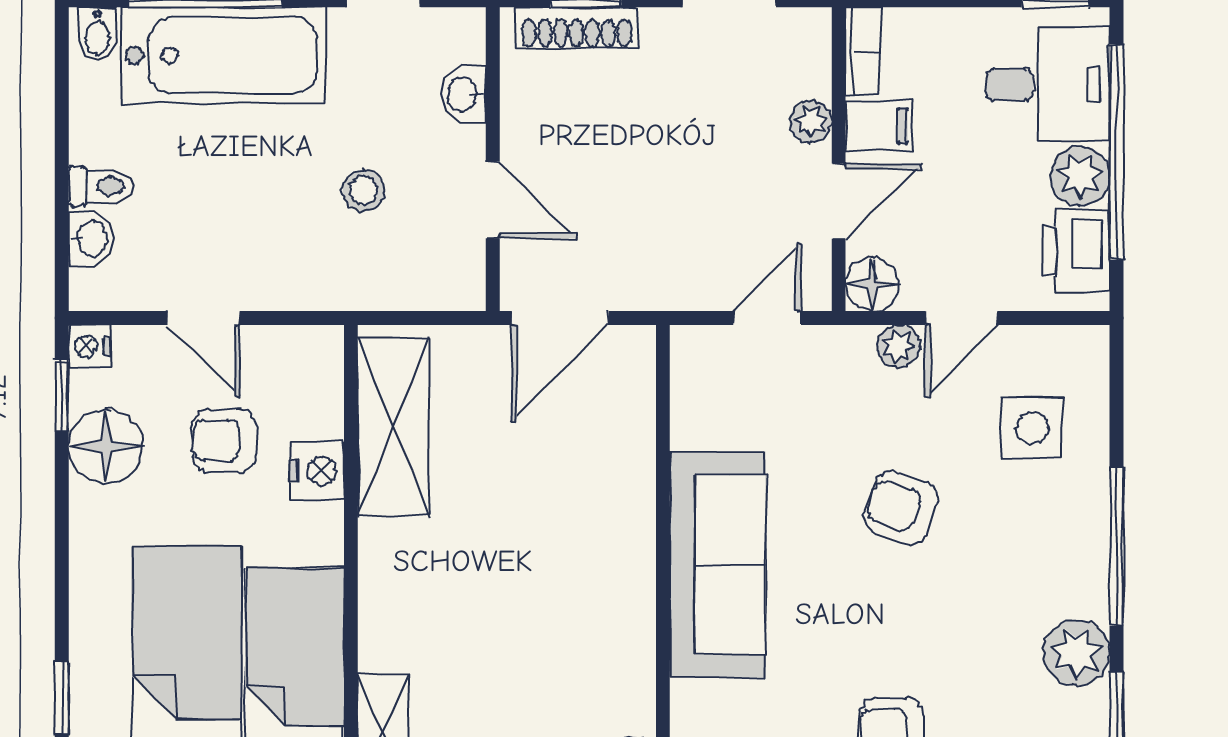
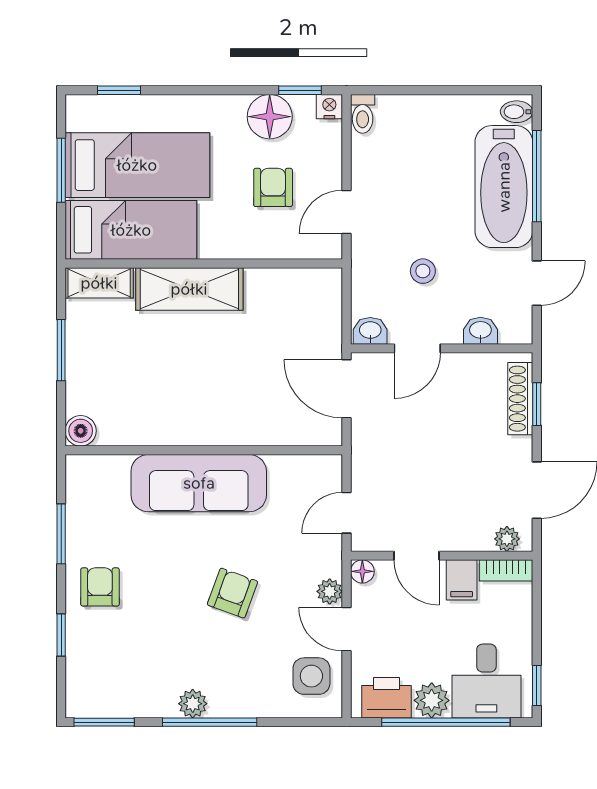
plant: (811, 121) -> (507, 539), moved
toilet: (101, 186) -> (363, 114), moved
washbasin: (91, 239) -> (370, 331), moved, turned 180
floor lamp: (872, 284) -> (362, 571), width x0.73, depth x0.73
door: (204, 318) -> (346, 212), moved
door: (767, 318) -> (346, 513), swing flipped
shelving: (394, 427) -> (189, 289), moved
side table: (1032, 428) -> (311, 676), moved
nightstand: (317, 471) -> (255, 243), removed
plant: (1077, 653) -> (193, 704), moved, width x0.73, depth x0.73

